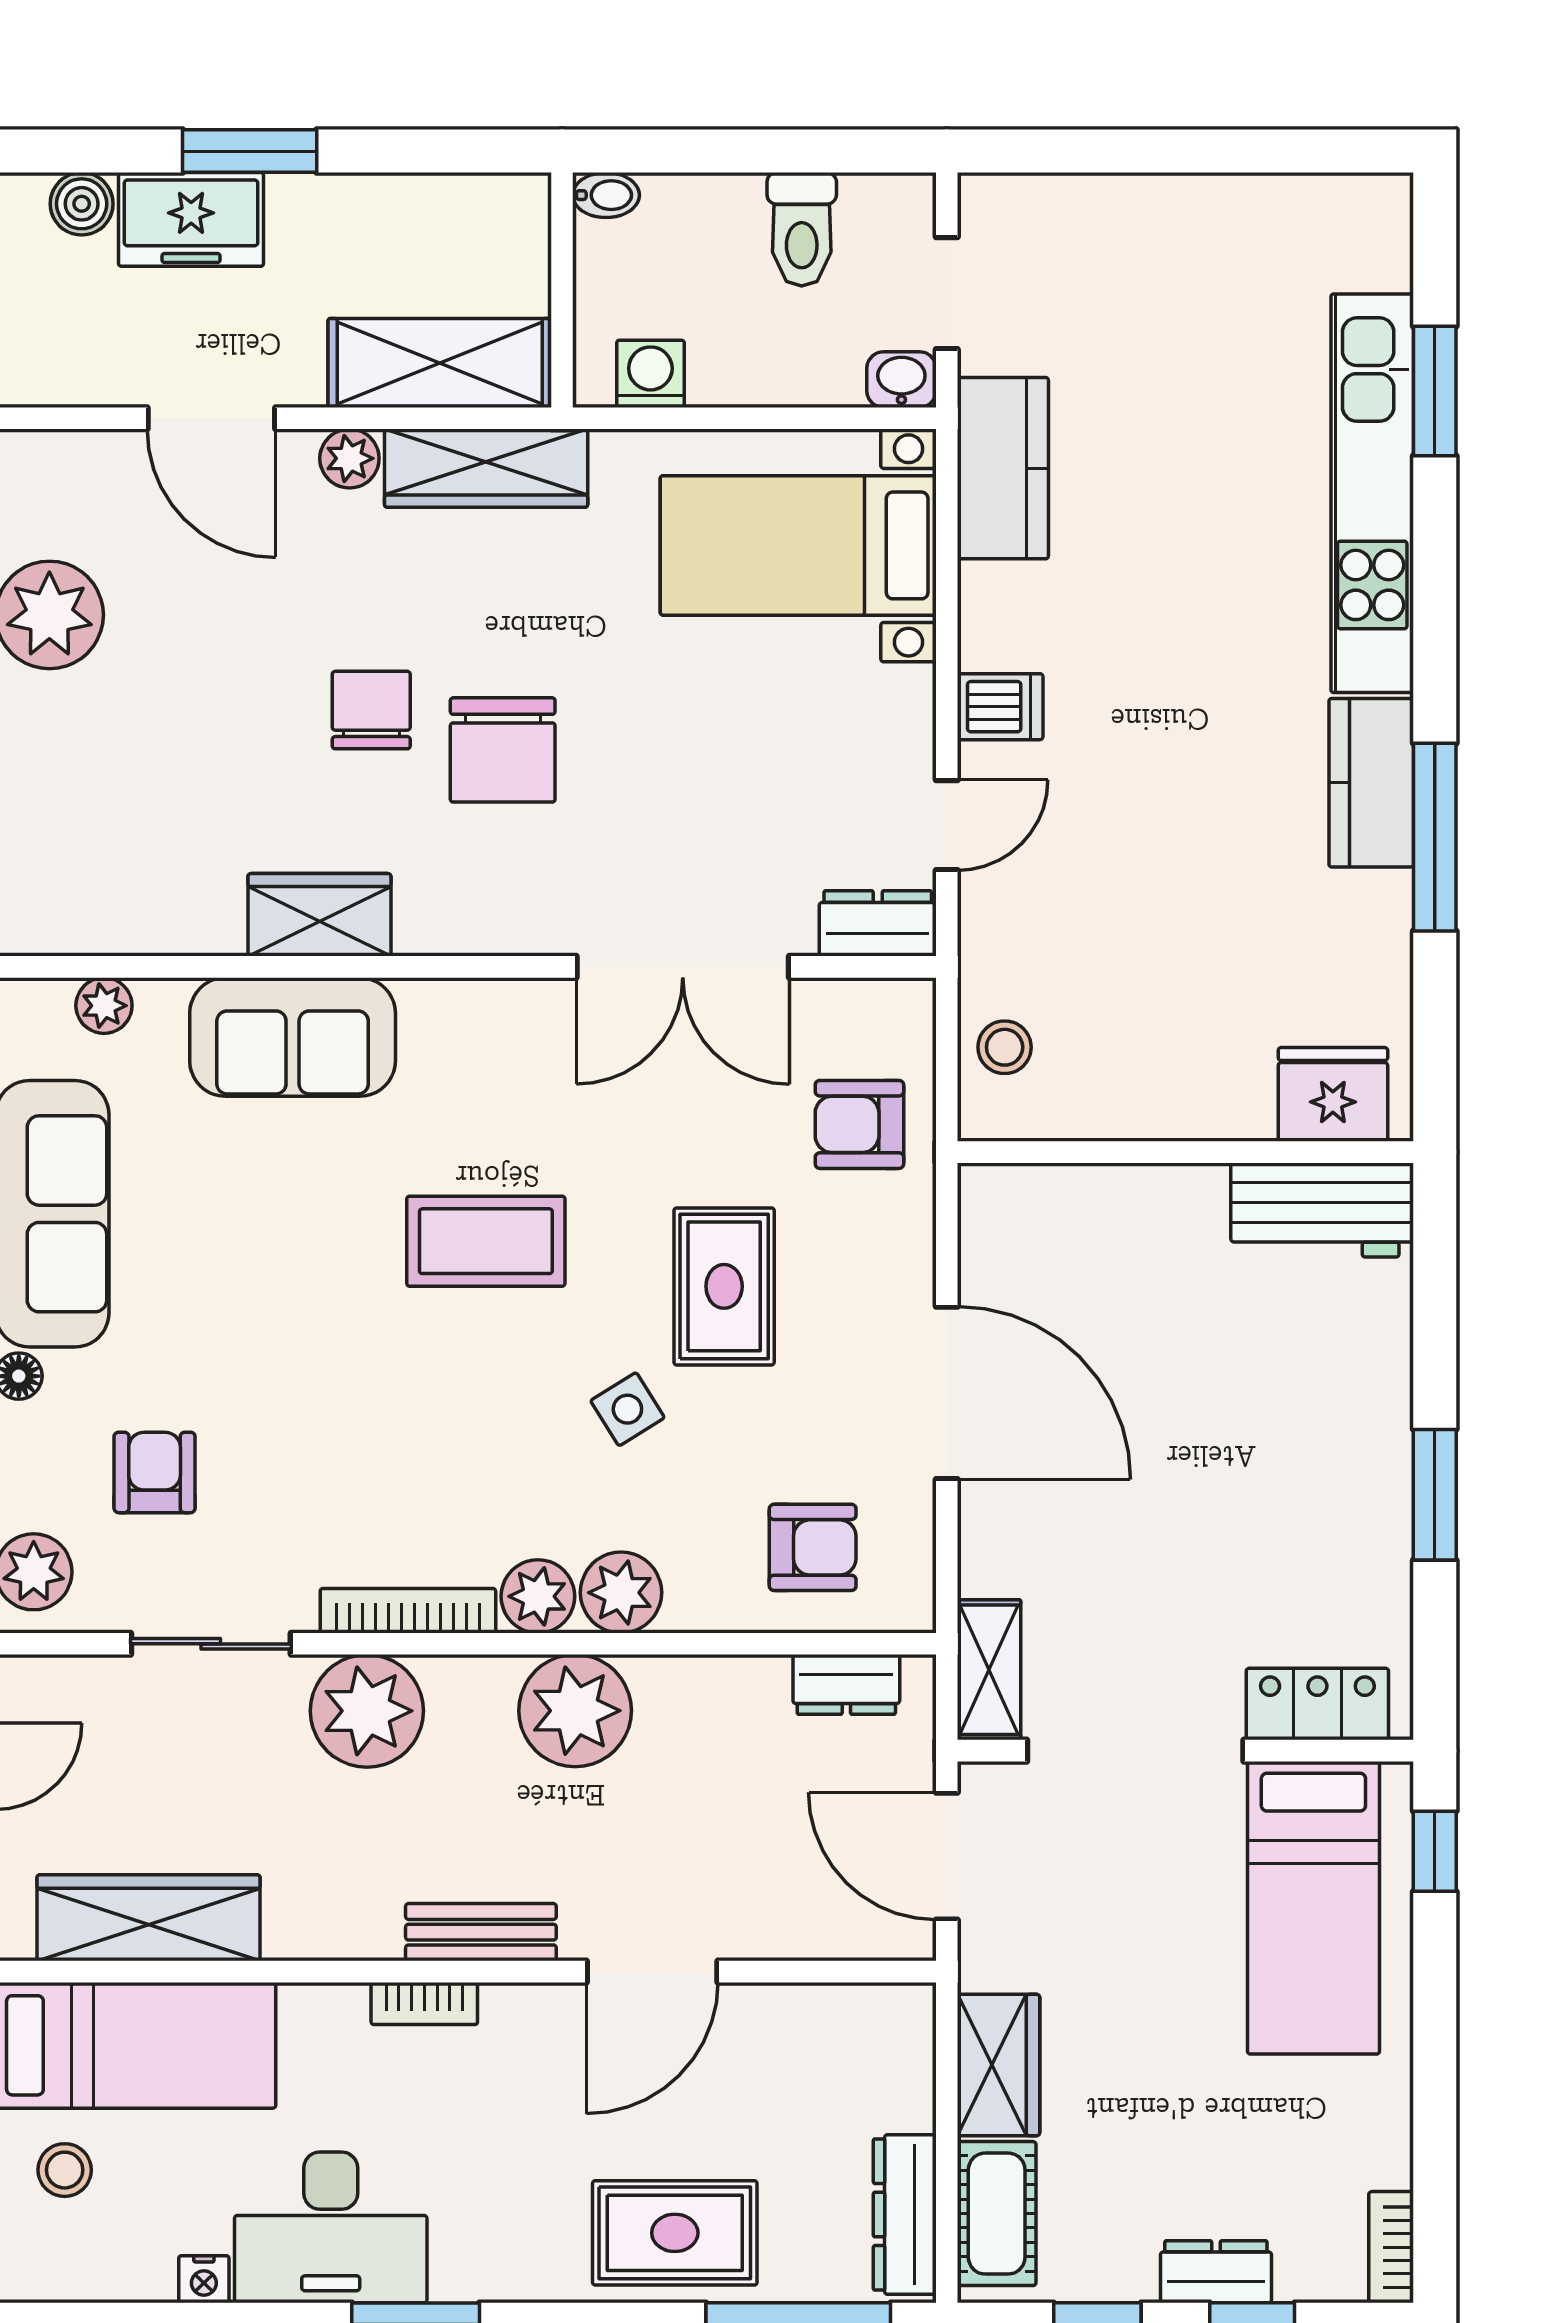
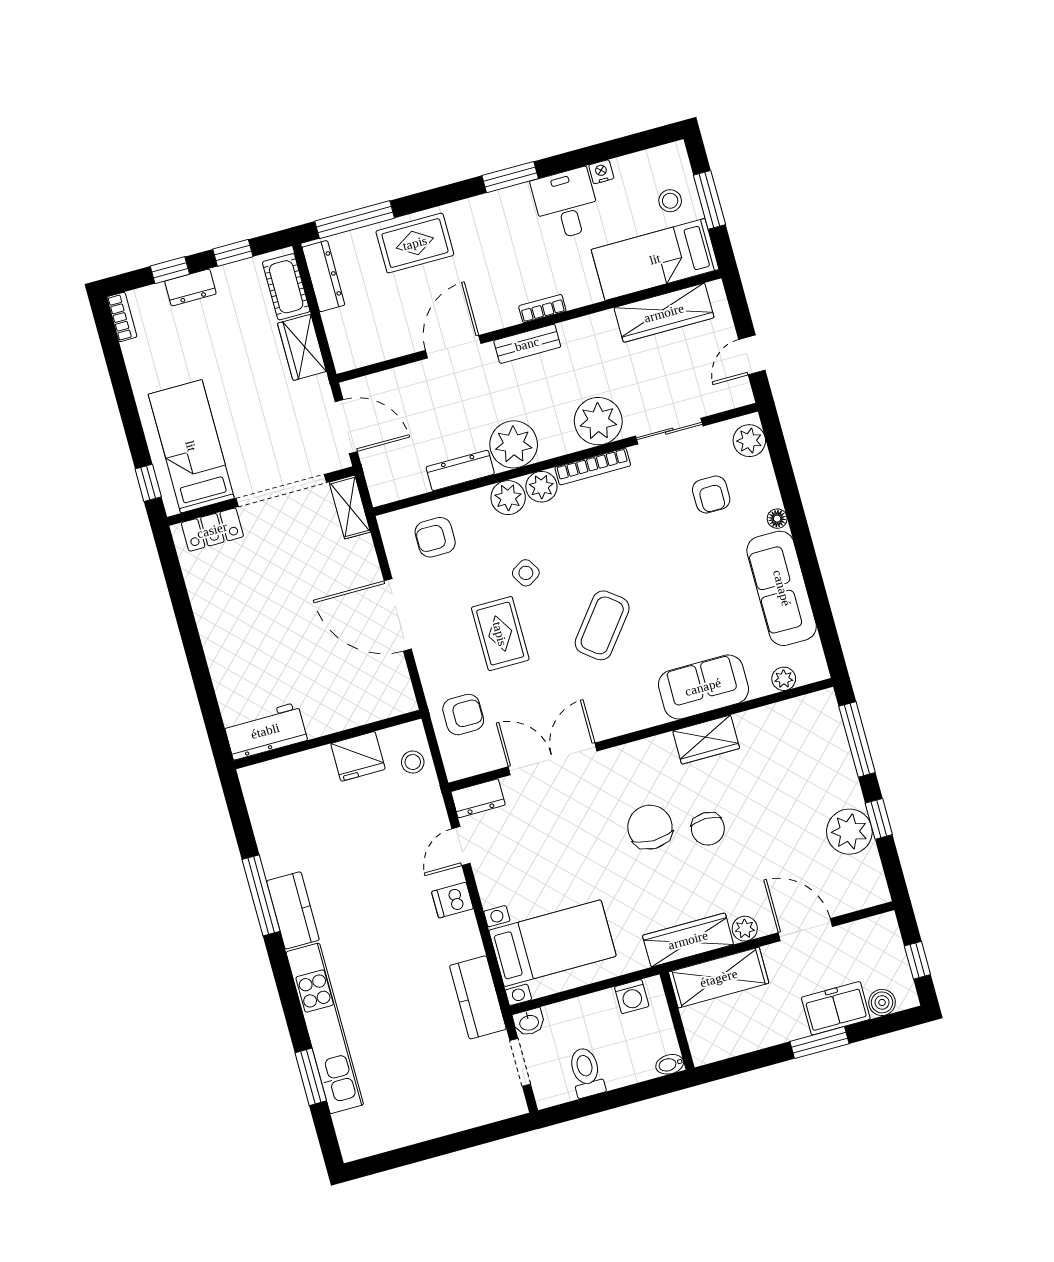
fridge: (1333, 1094) -> (358, 756), moved
coffee table: (486, 1241) -> (602, 625), turned -52
window: (1435, 1495) -> (188, 628), removed
dresser: (846, 1684) -> (460, 470), moved, width x1.44
desk: (331, 2227) -> (566, 204), width x0.73

